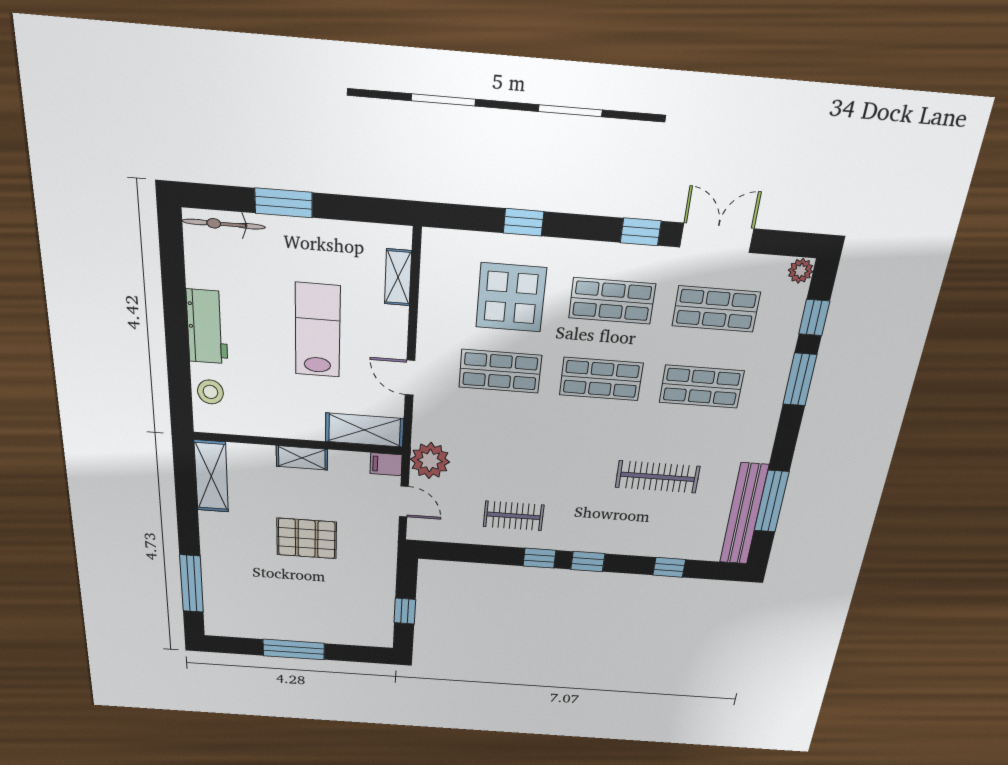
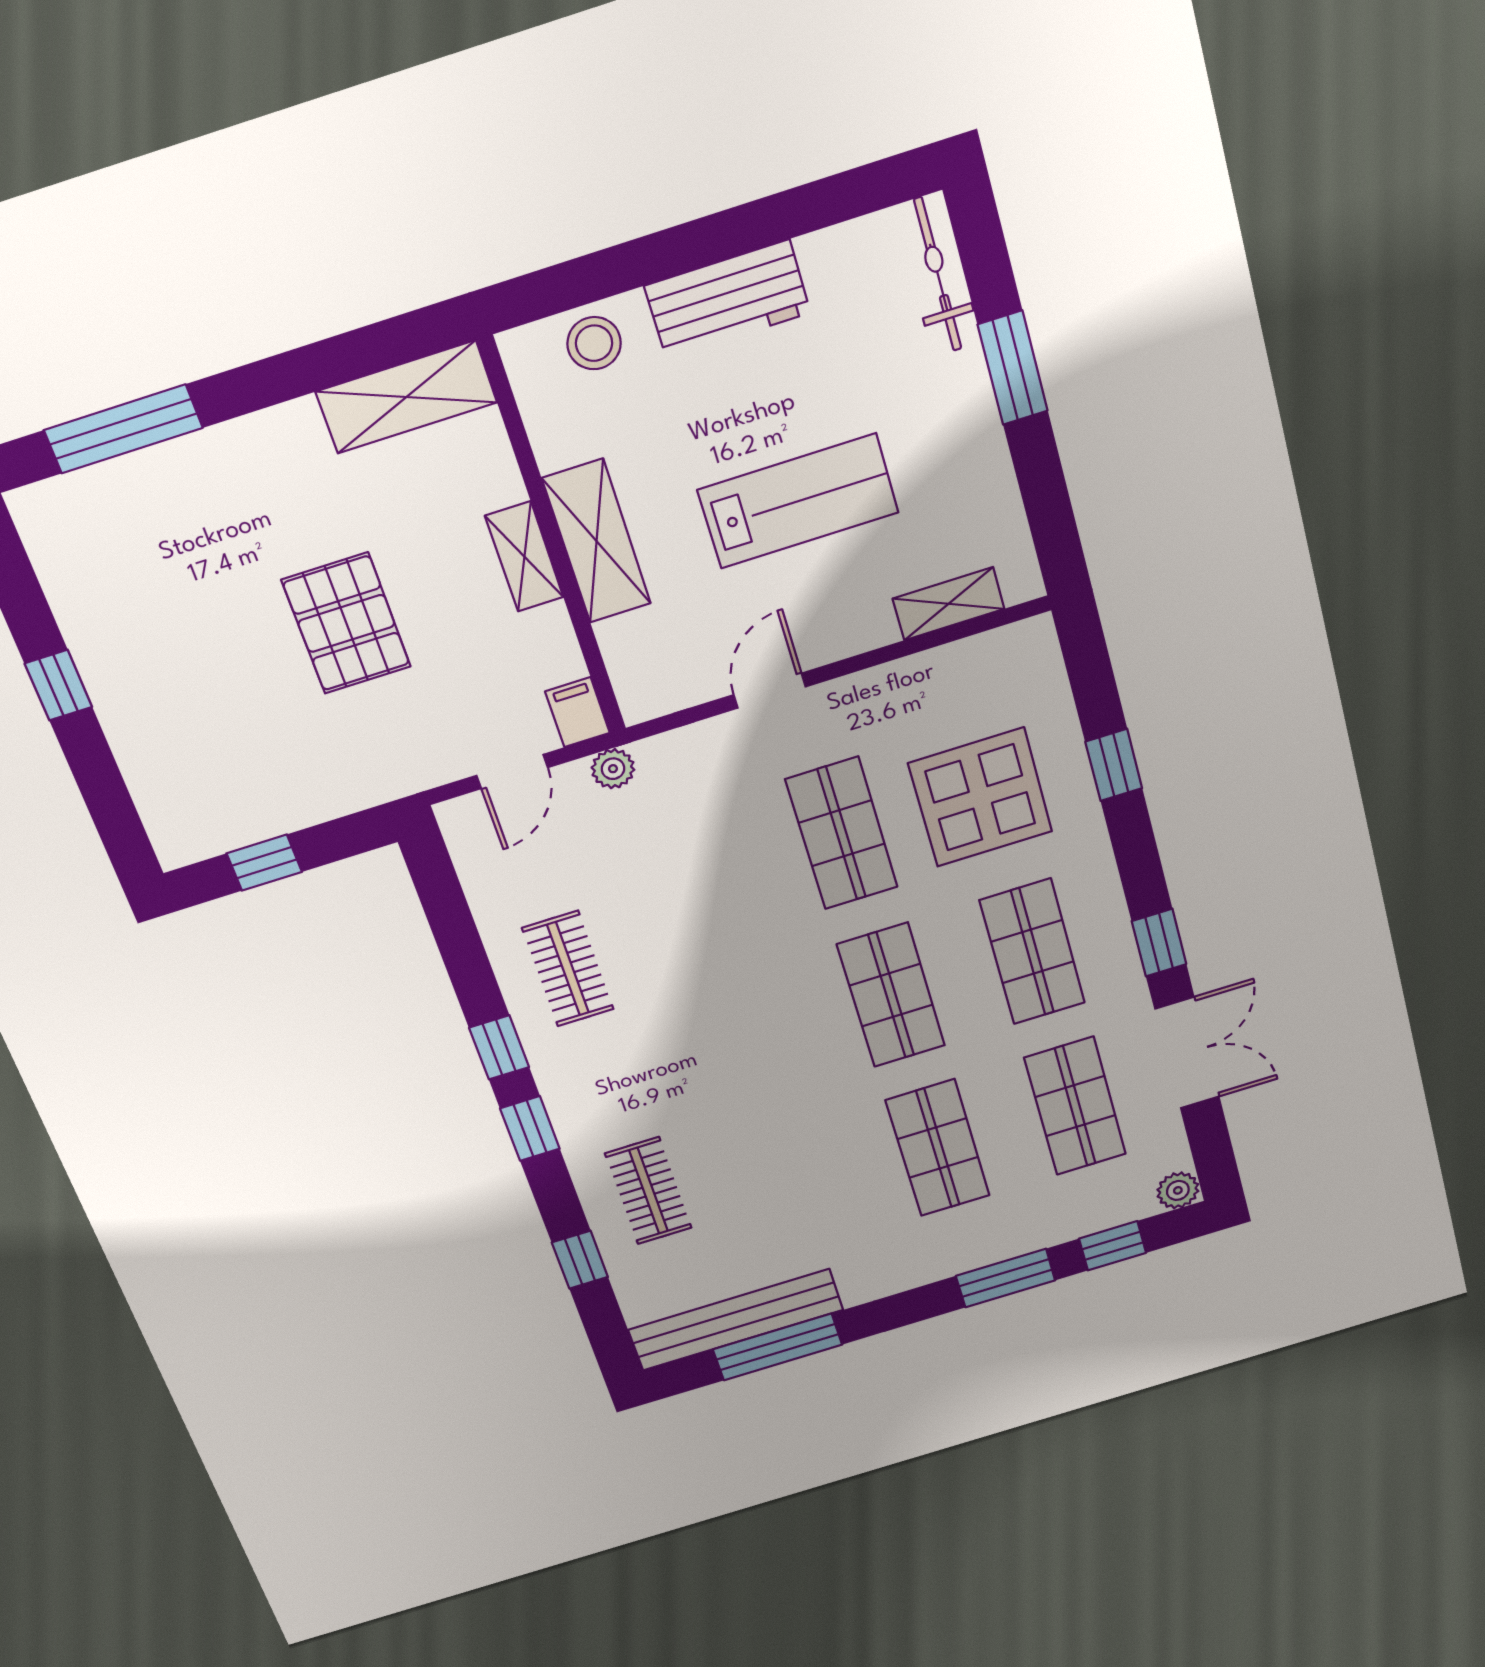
shelving: (365, 430) -> (597, 541), moved
plant: (430, 461) -> (613, 769), width x0.53, depth x0.53
clothes rail: (658, 477) -> (648, 1191), moved, width x0.73
window: (294, 649) -> (58, 685), width x0.46

